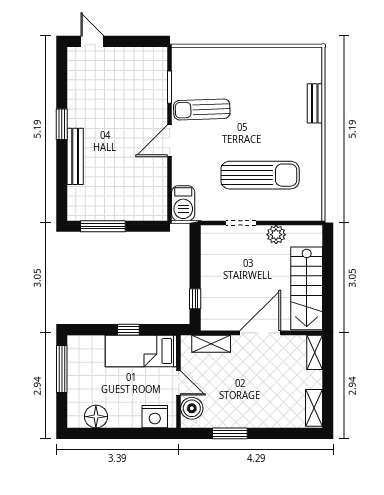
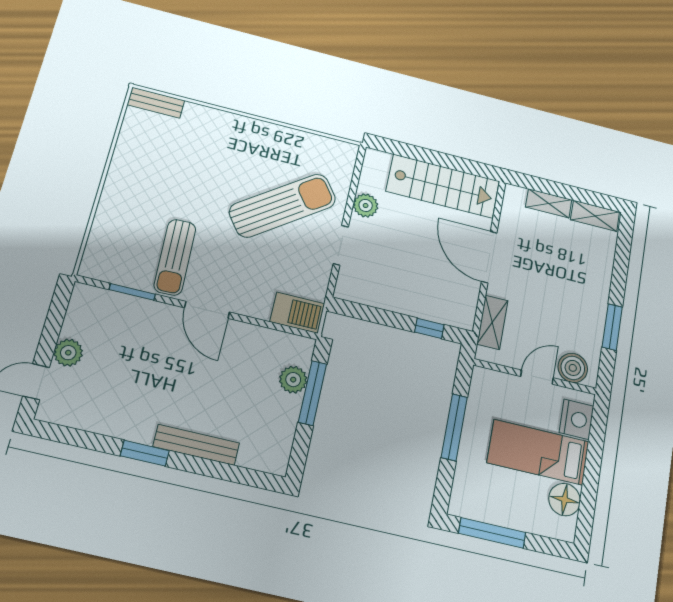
plant: (117, 57) -> (68, 353), added
bench: (315, 103) -> (156, 103), moved
sun lounger: (260, 175) -> (283, 206), turned 54
plant: (135, 211) -> (293, 380), added
window: (103, 226) -> (313, 393), moved
window: (128, 330) -> (454, 427), width x2.17
bed: (141, 351) -> (538, 452), moved, turned 90
shelving: (315, 352) -> (549, 203), moved

